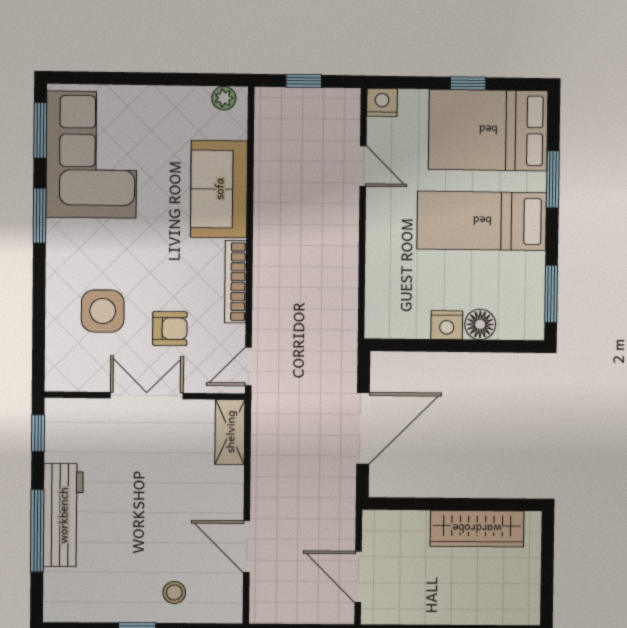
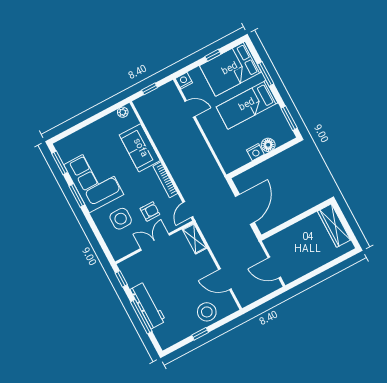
corner sofa: (91, 155) -> (94, 180), moved
wardrobe: (477, 529) -> (334, 226), moved, turned 90
stool: (174, 592) -> (207, 312), width x1.89, depth x1.89

